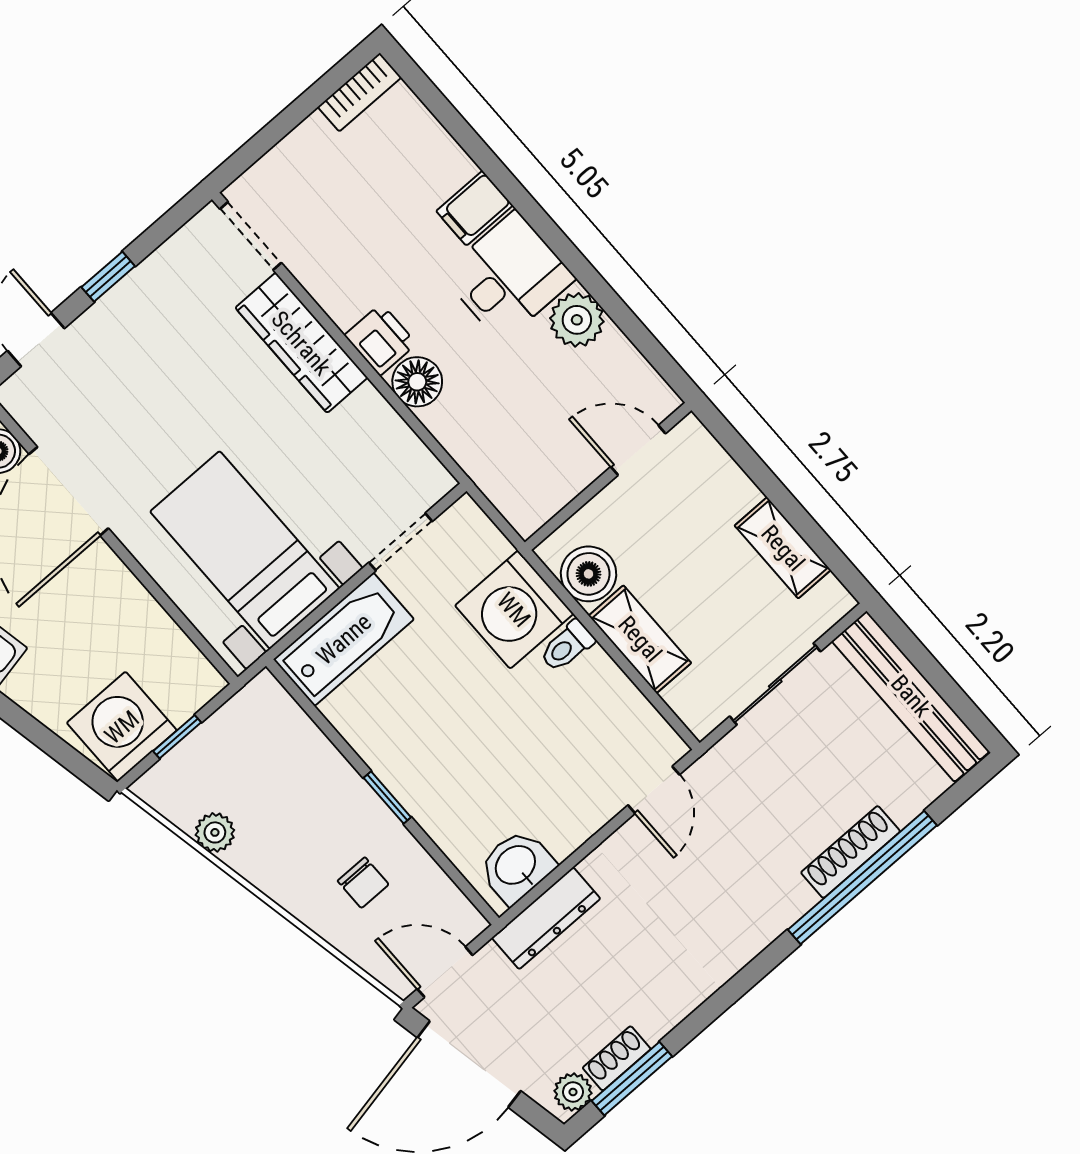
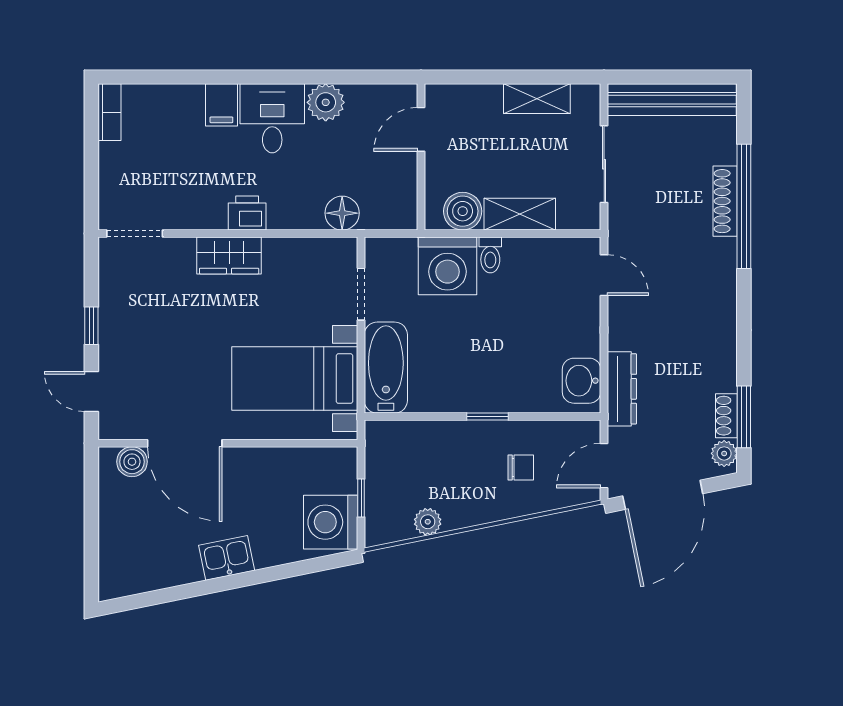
wardrobe: (301, 343) -> (229, 255), width x0.67
floor lamp: (417, 382) -> (342, 213), moved

